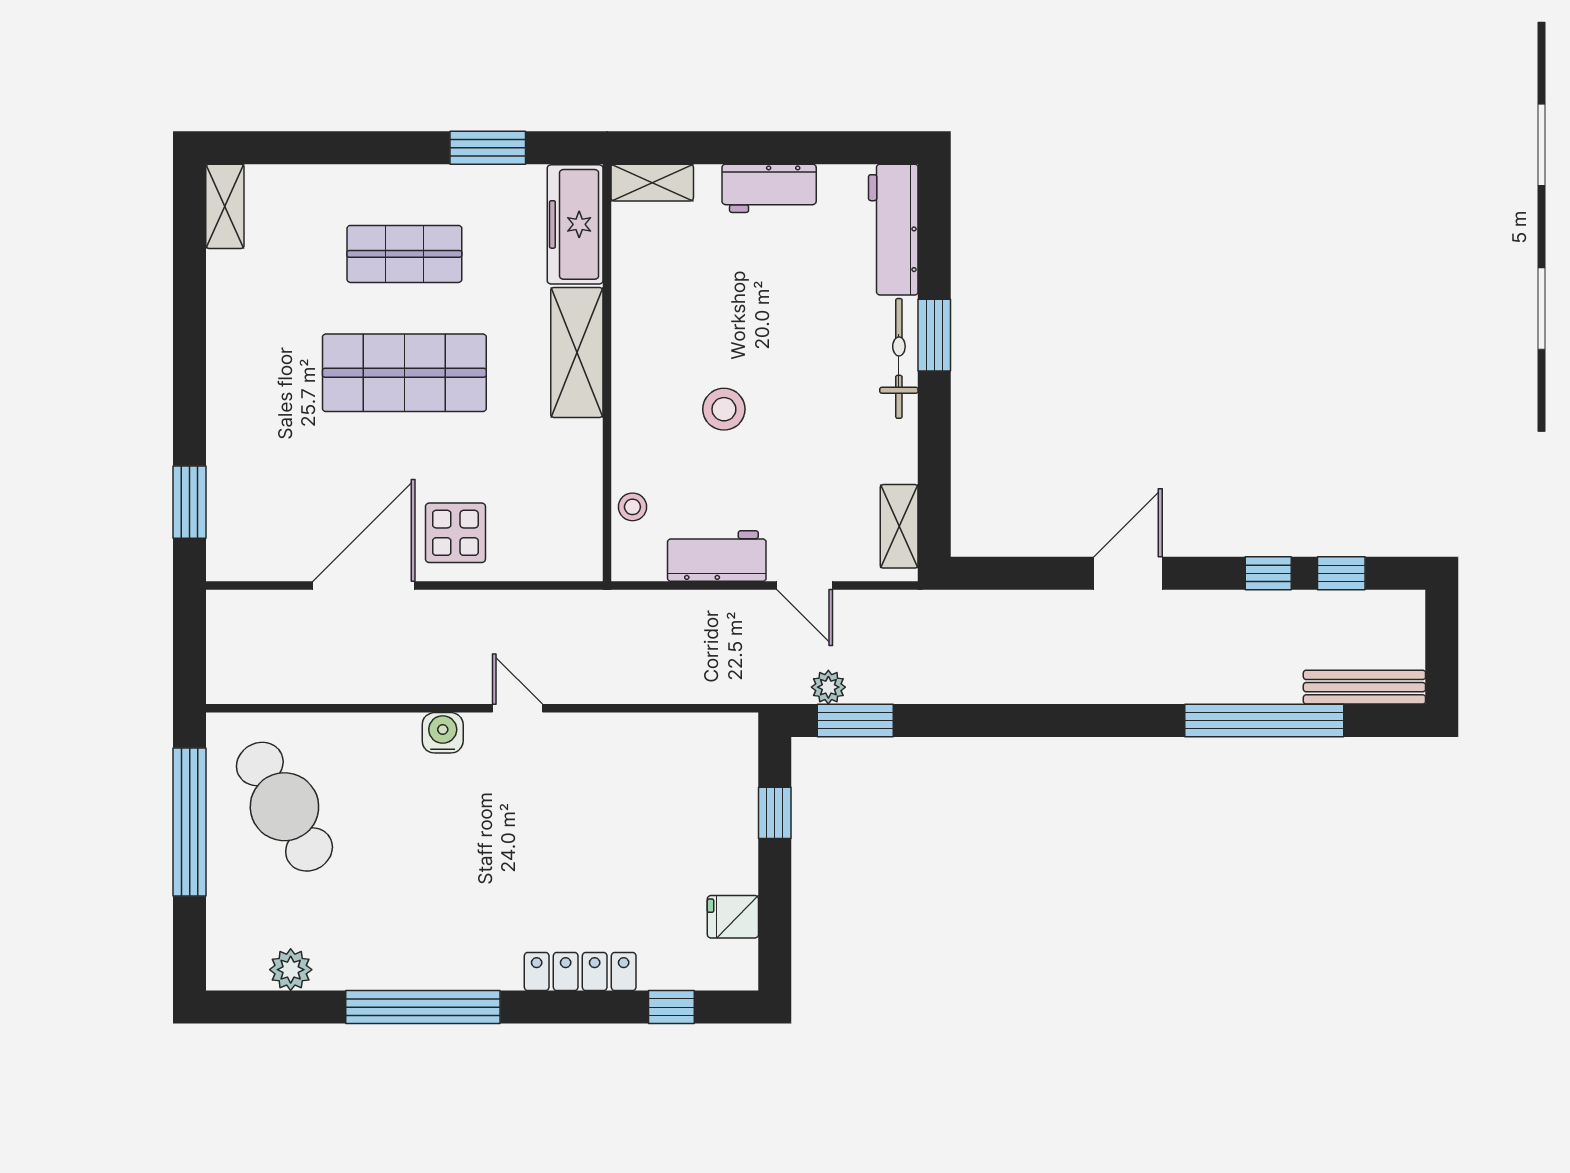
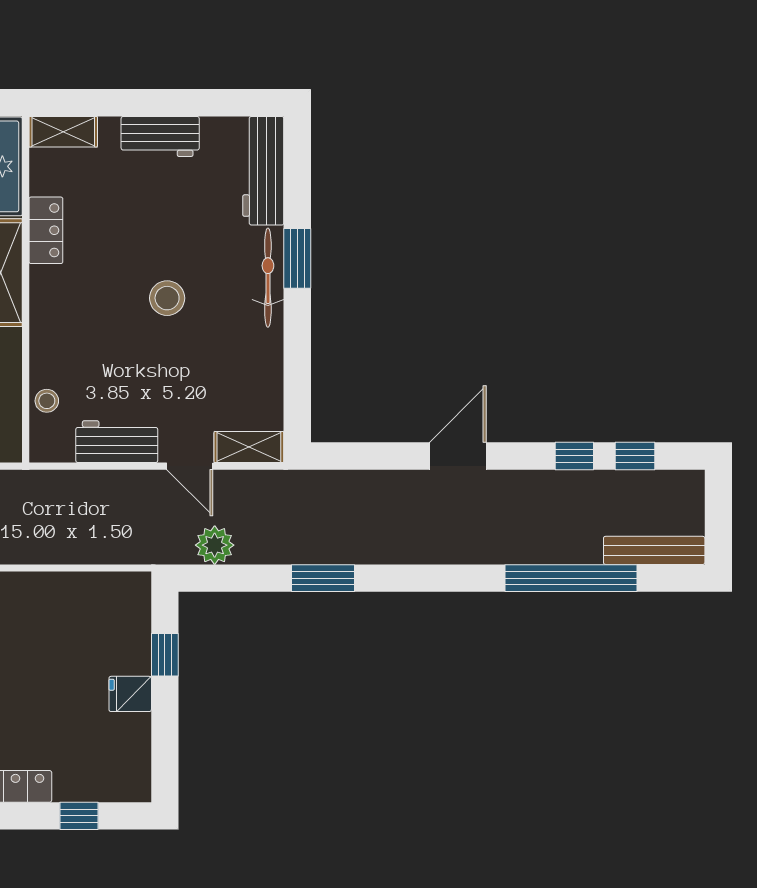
locker: (631, 301) -> (46, 230), added
stool: (724, 409) -> (167, 298), moved
shelving: (899, 526) -> (249, 447), moved, turned 90
plant: (828, 687) -> (215, 545), width x1.38, depth x1.38
window: (855, 721) -> (323, 578), moved
fridge: (733, 917) -> (130, 694), moved

